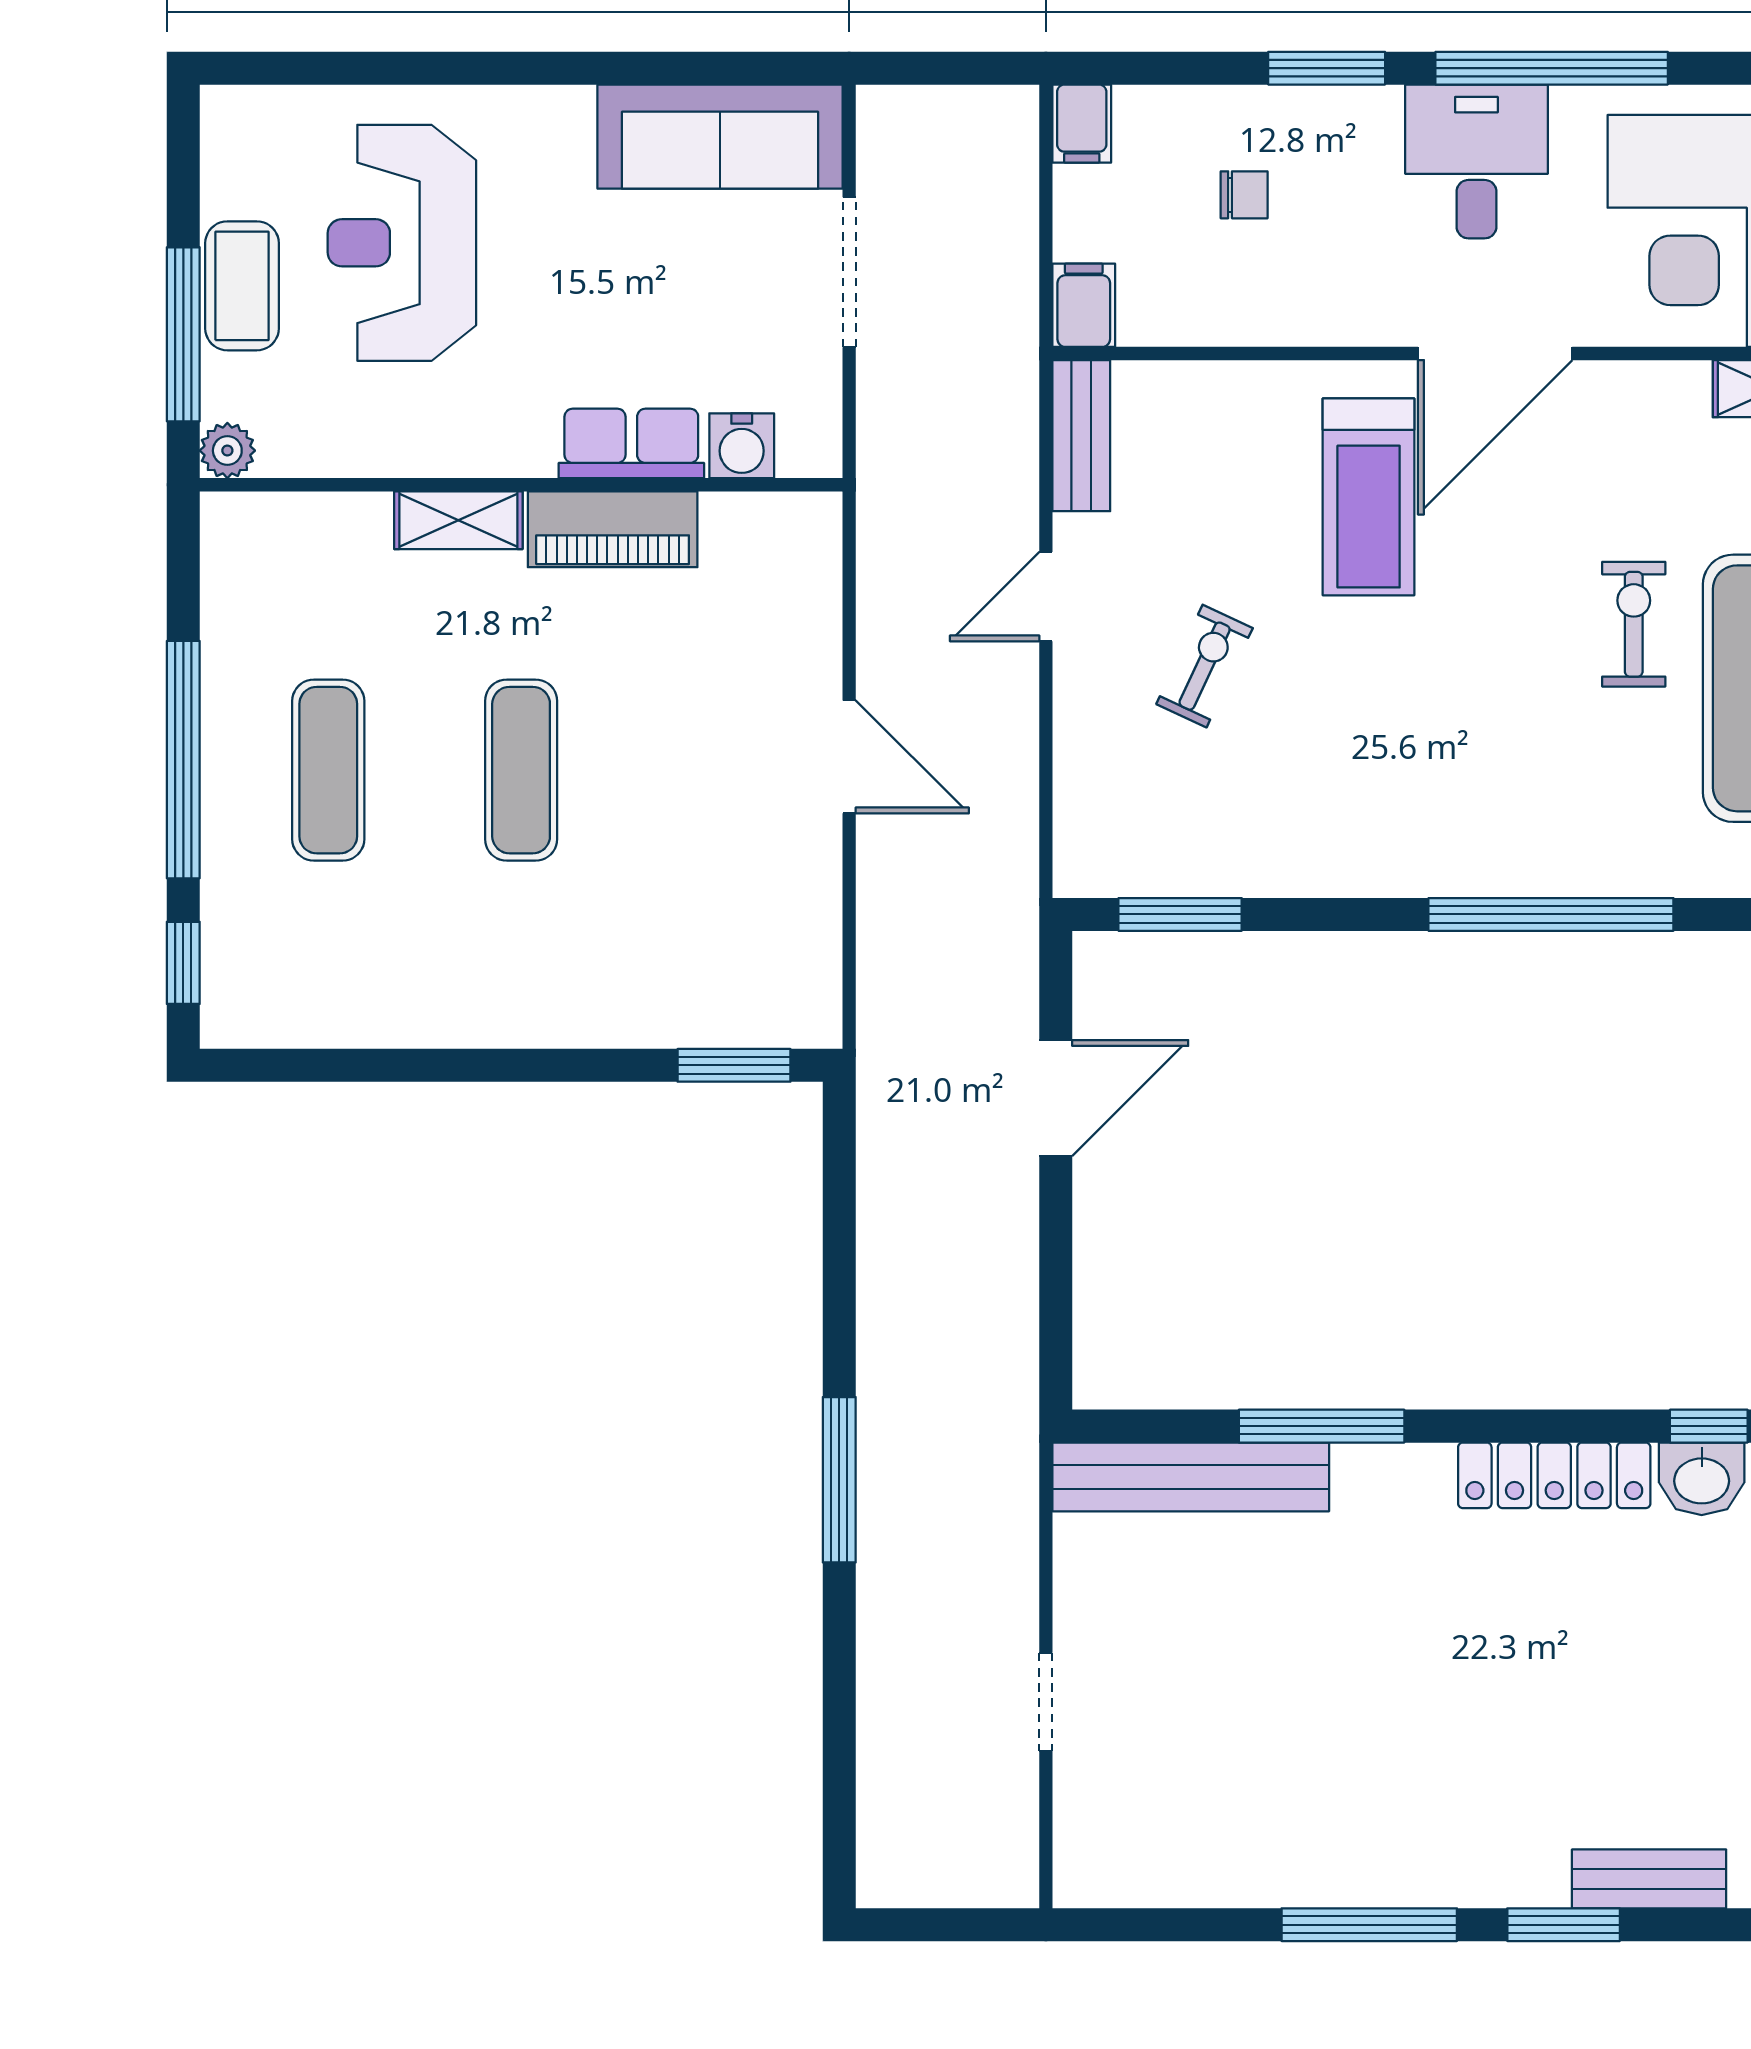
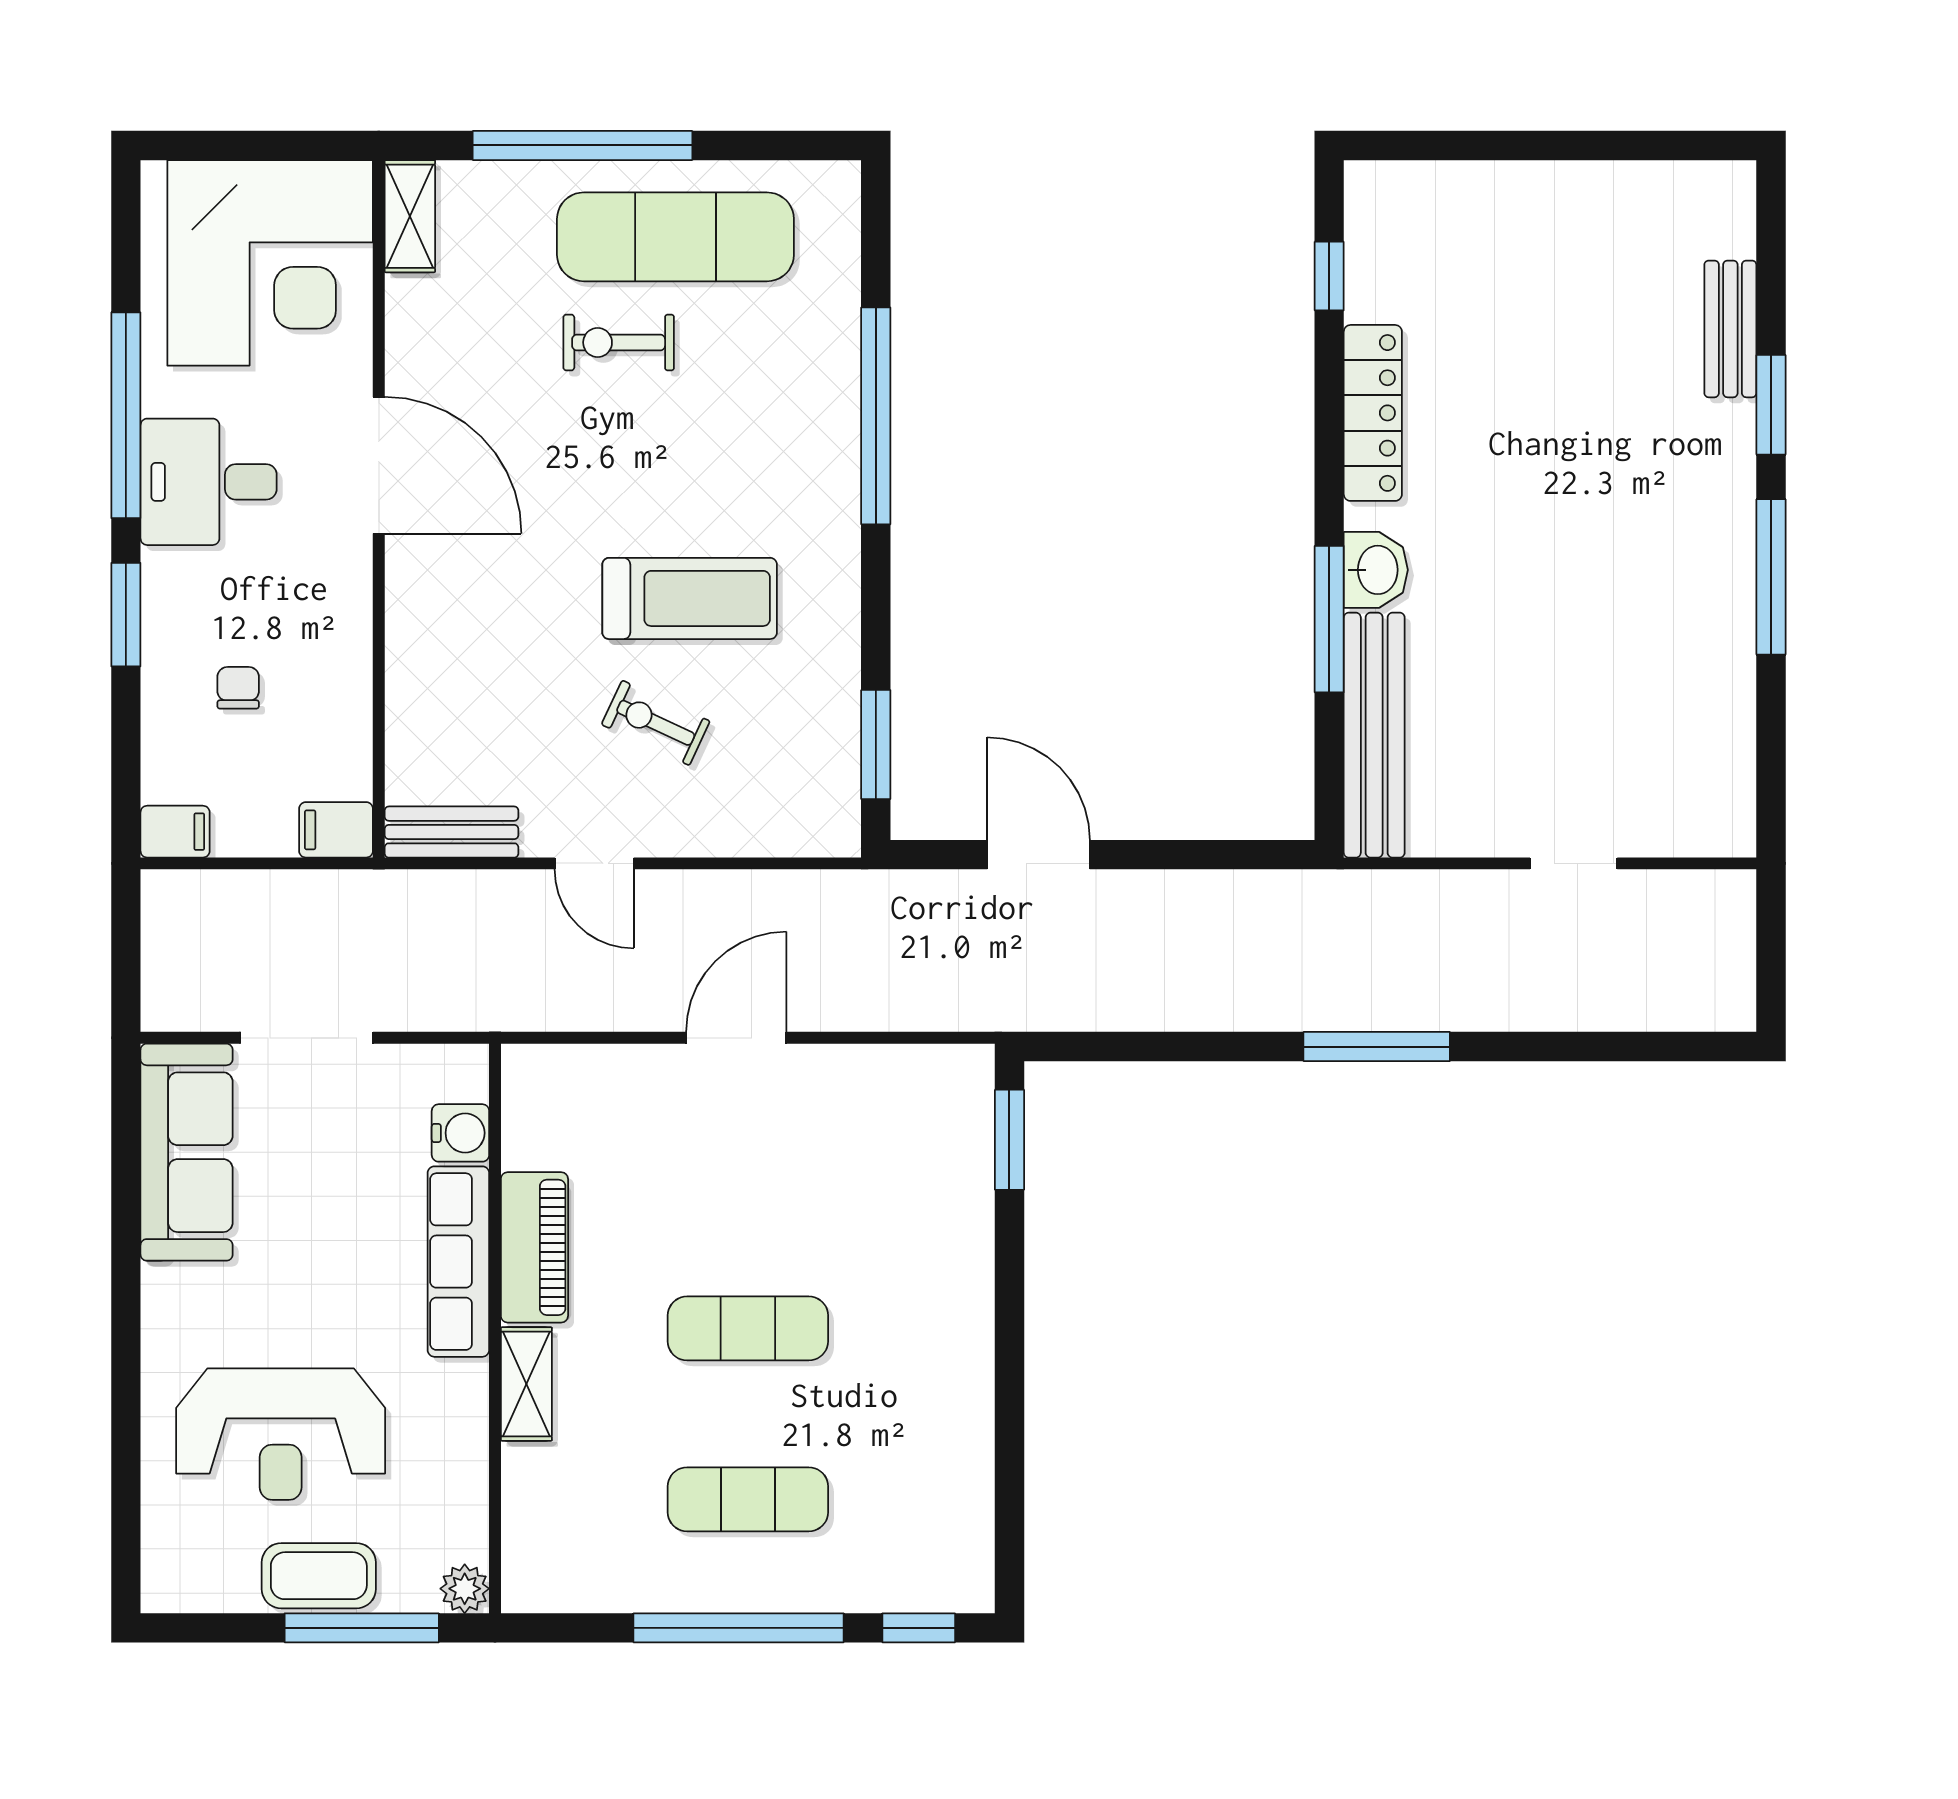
row of seats: (631, 443) -> (458, 1262), width x1.48
treadmill: (1369, 497) -> (690, 598), moved
washbasin: (1702, 1479) -> (1376, 570), moved

